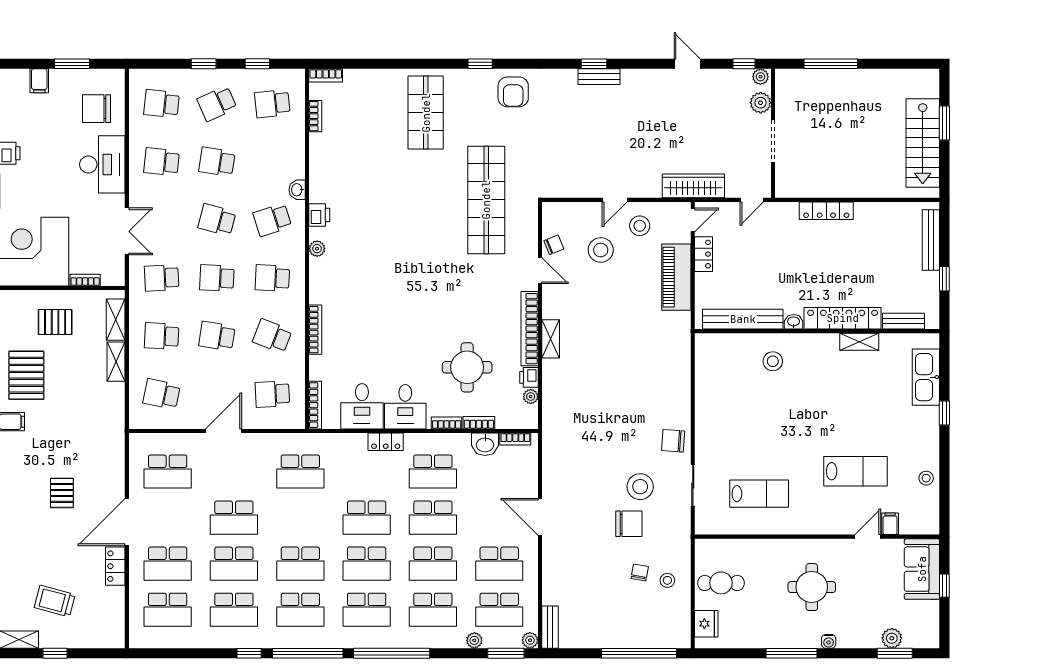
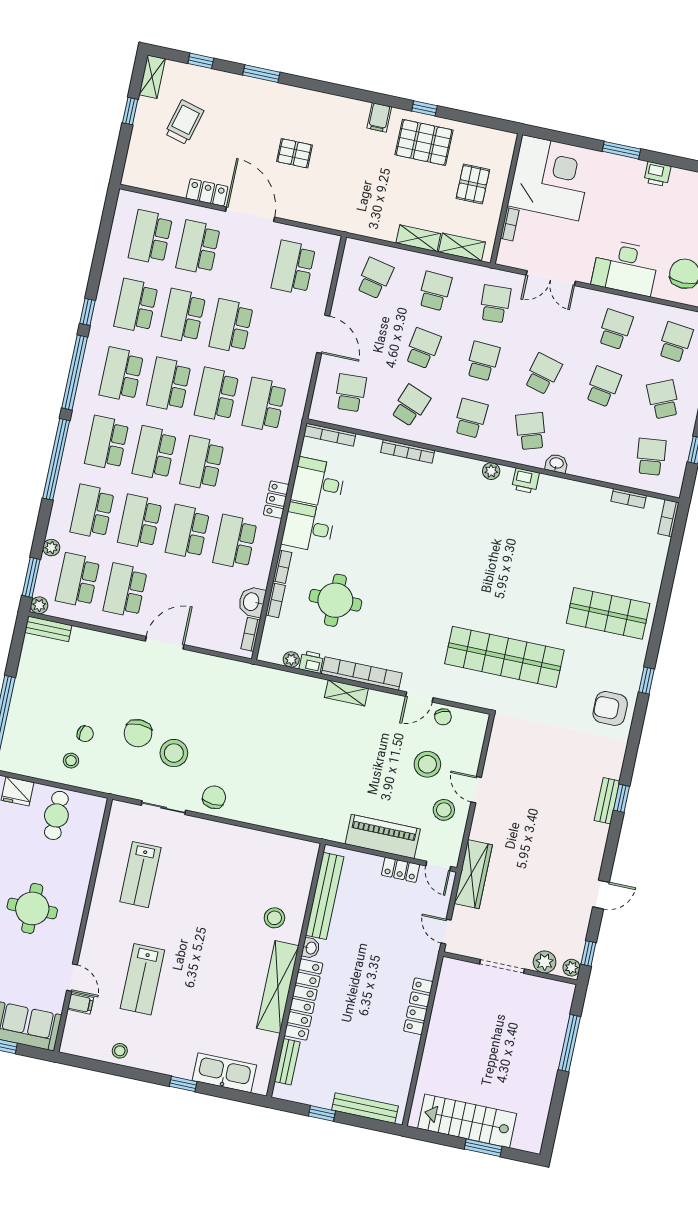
shelving: (859, 342) -> (278, 987), width x2.20, depth x1.33
school desk: (300, 518) -> (217, 395), added

